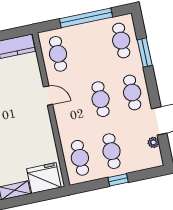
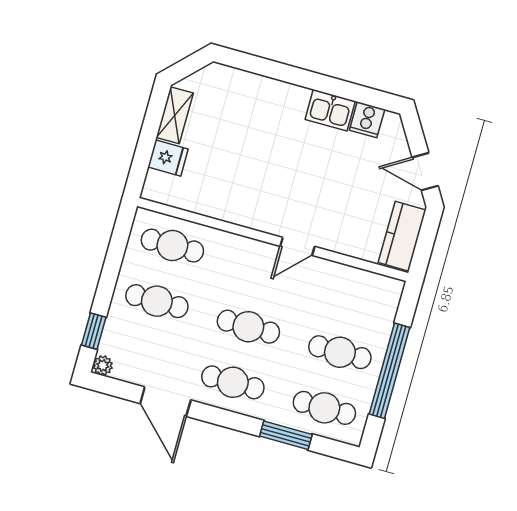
cafe table: (58, 54) -> (340, 352), moved
plant: (153, 142) -> (103, 366), moved
fridge: (44, 178) -> (168, 158), width x0.53, depth x0.75
window: (118, 180) -> (94, 331), moved

